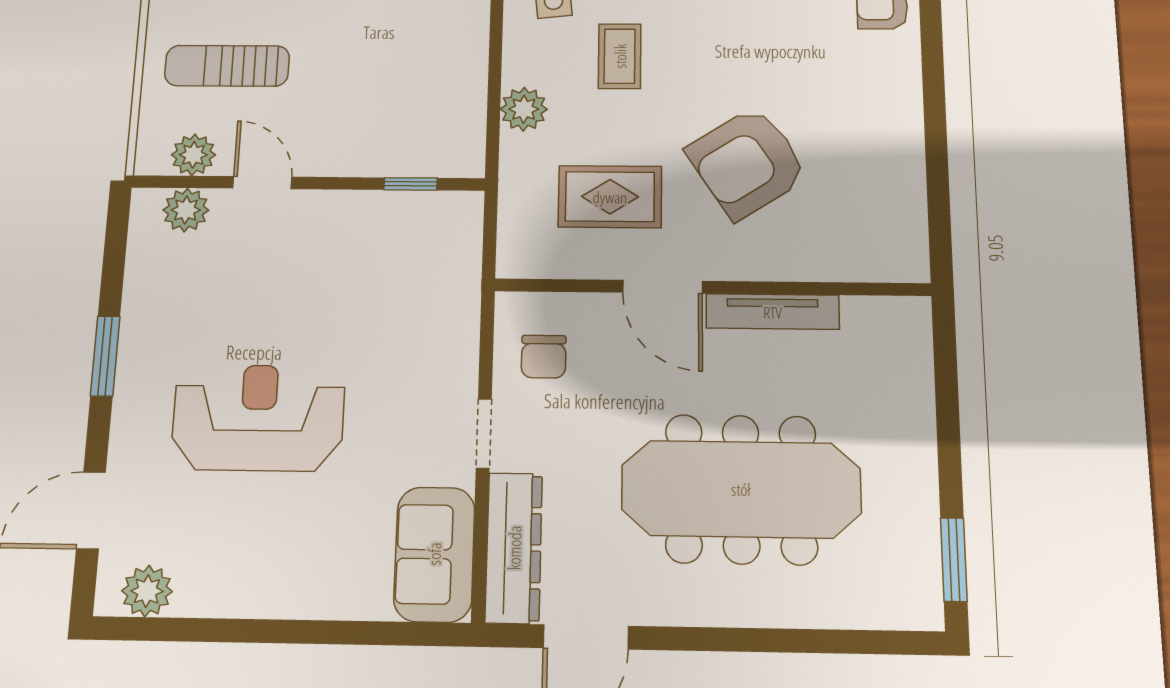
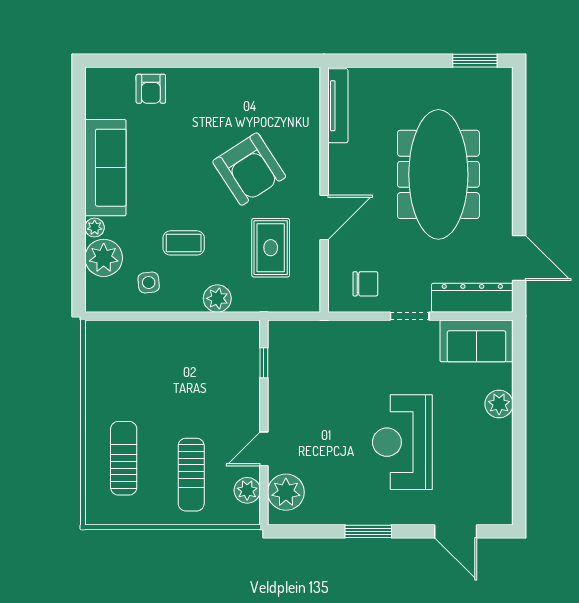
plant: (186, 210) -> (286, 492), width x1.36, depth x1.36
tv unit: (773, 312) -> (338, 106), moved
plant: (147, 591) -> (499, 404), moved

